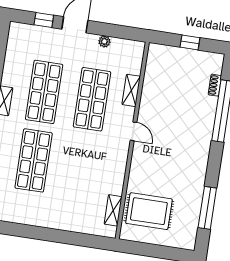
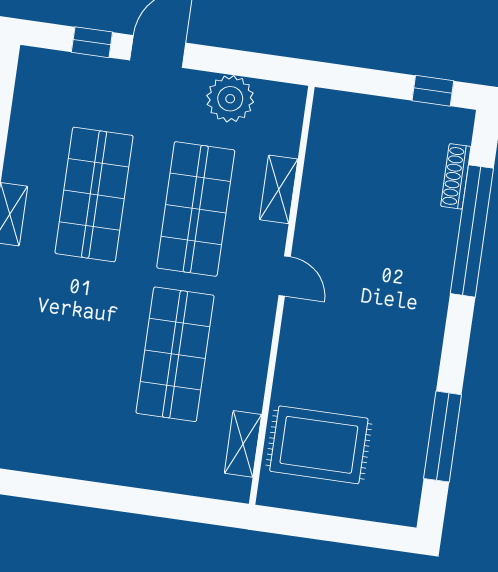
plant: (104, 41) -> (230, 99), width x1.88, depth x1.88
window: (190, 42) -> (433, 91), moved
shoe rack: (215, 85) -> (456, 176), width x1.43
shop shelf: (34, 160) -> (175, 354), moved

